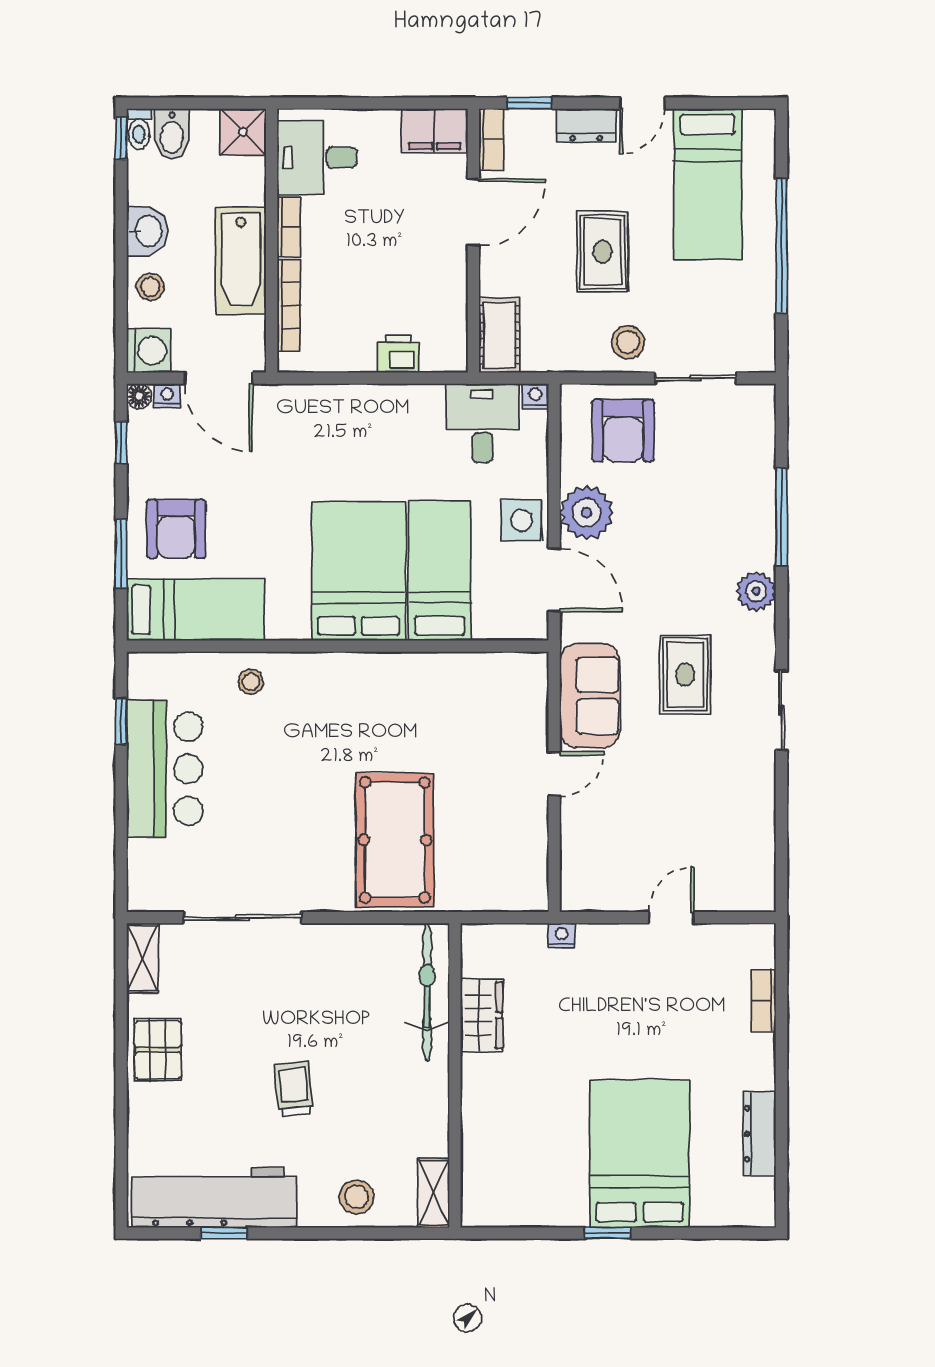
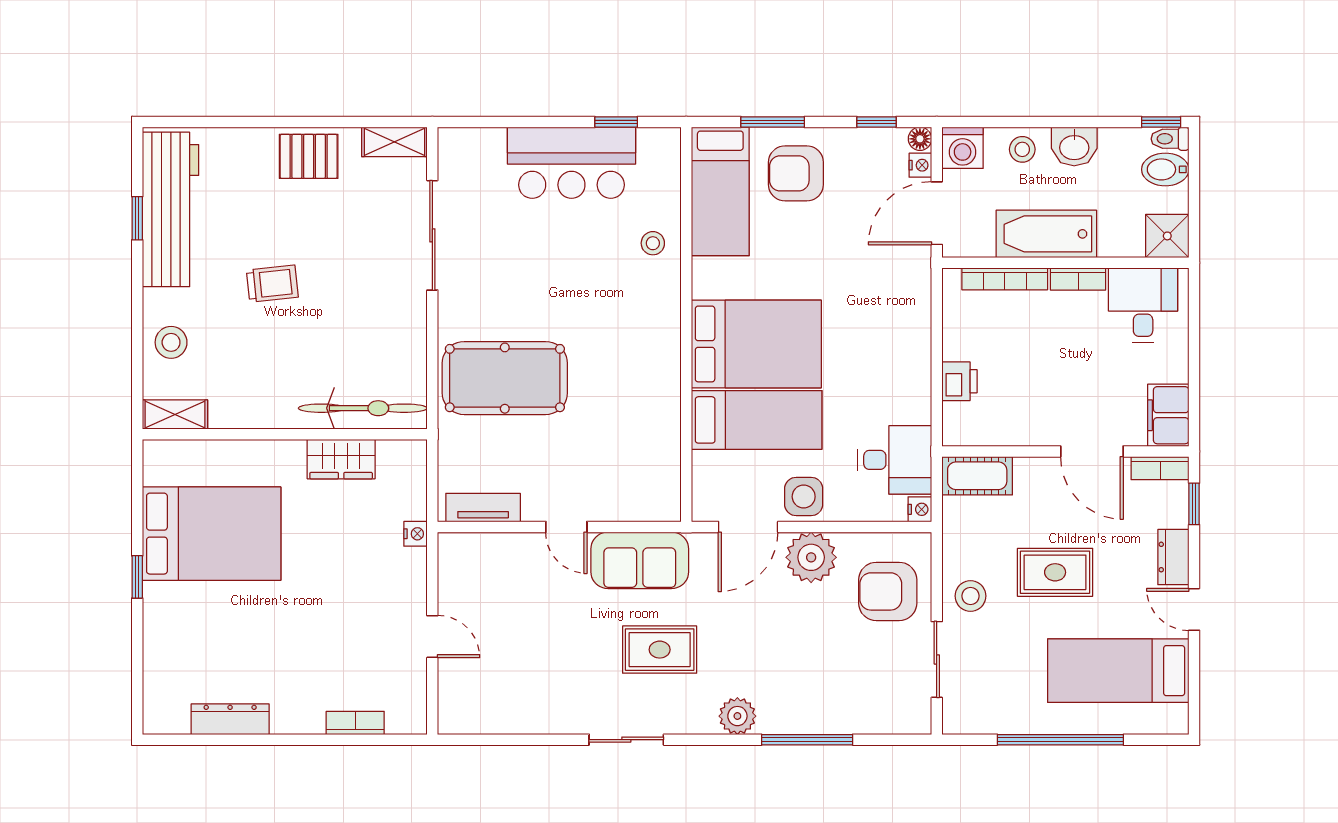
tv unit: (533, 863) -> (483, 508), added
bed: (640, 1154) -> (212, 534), moved

